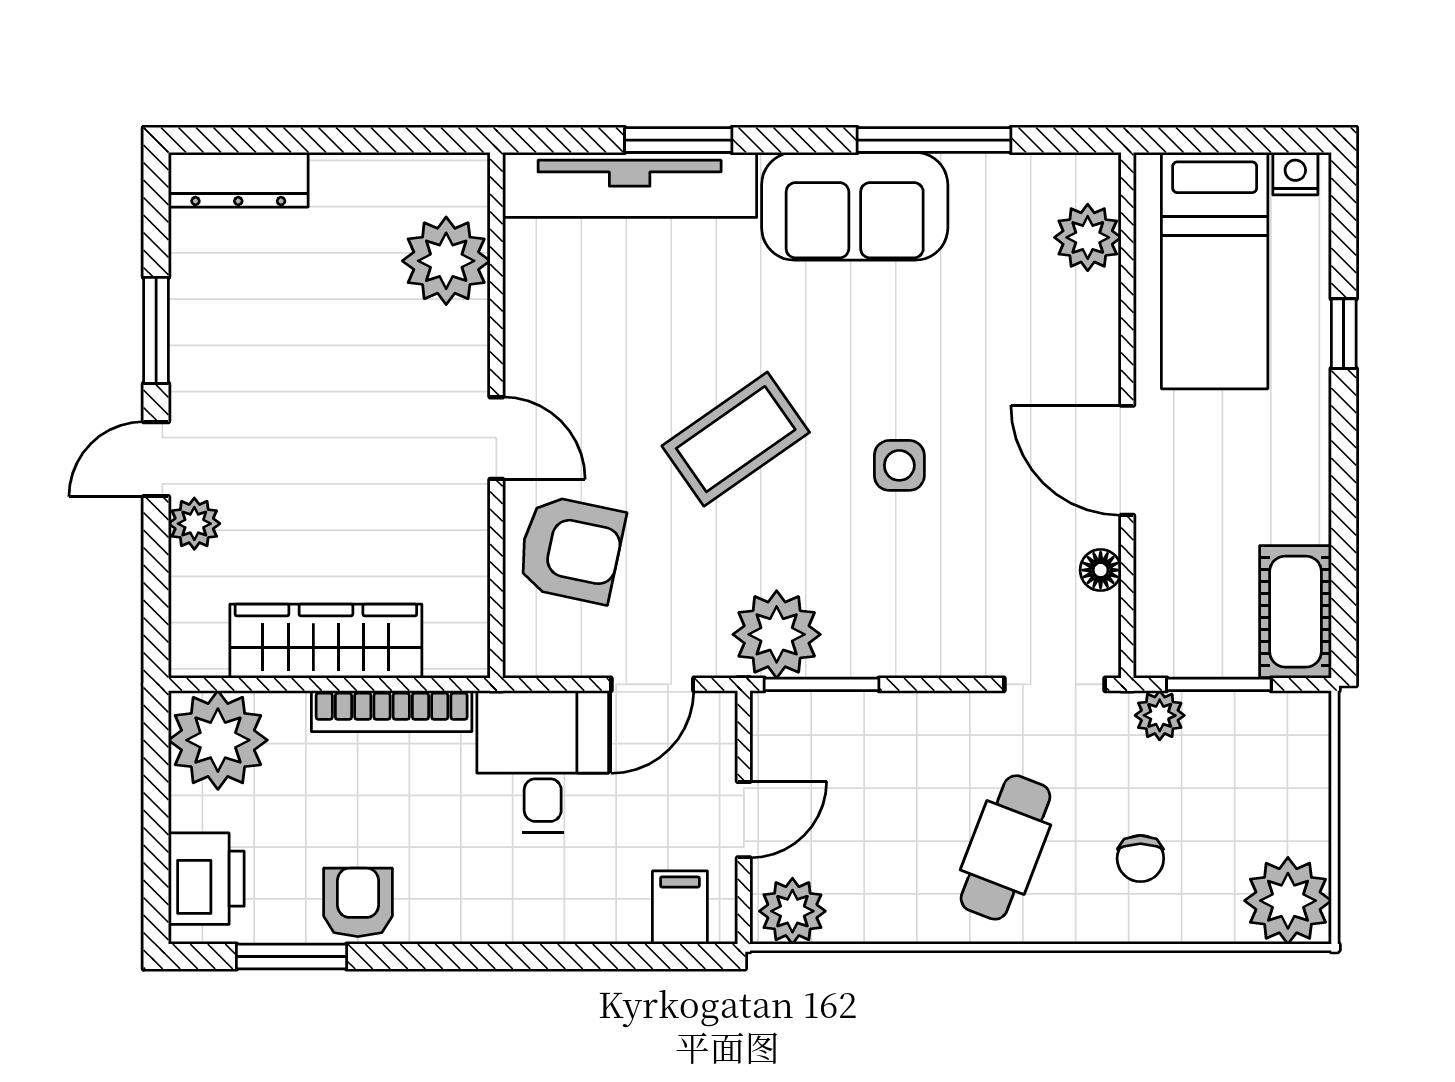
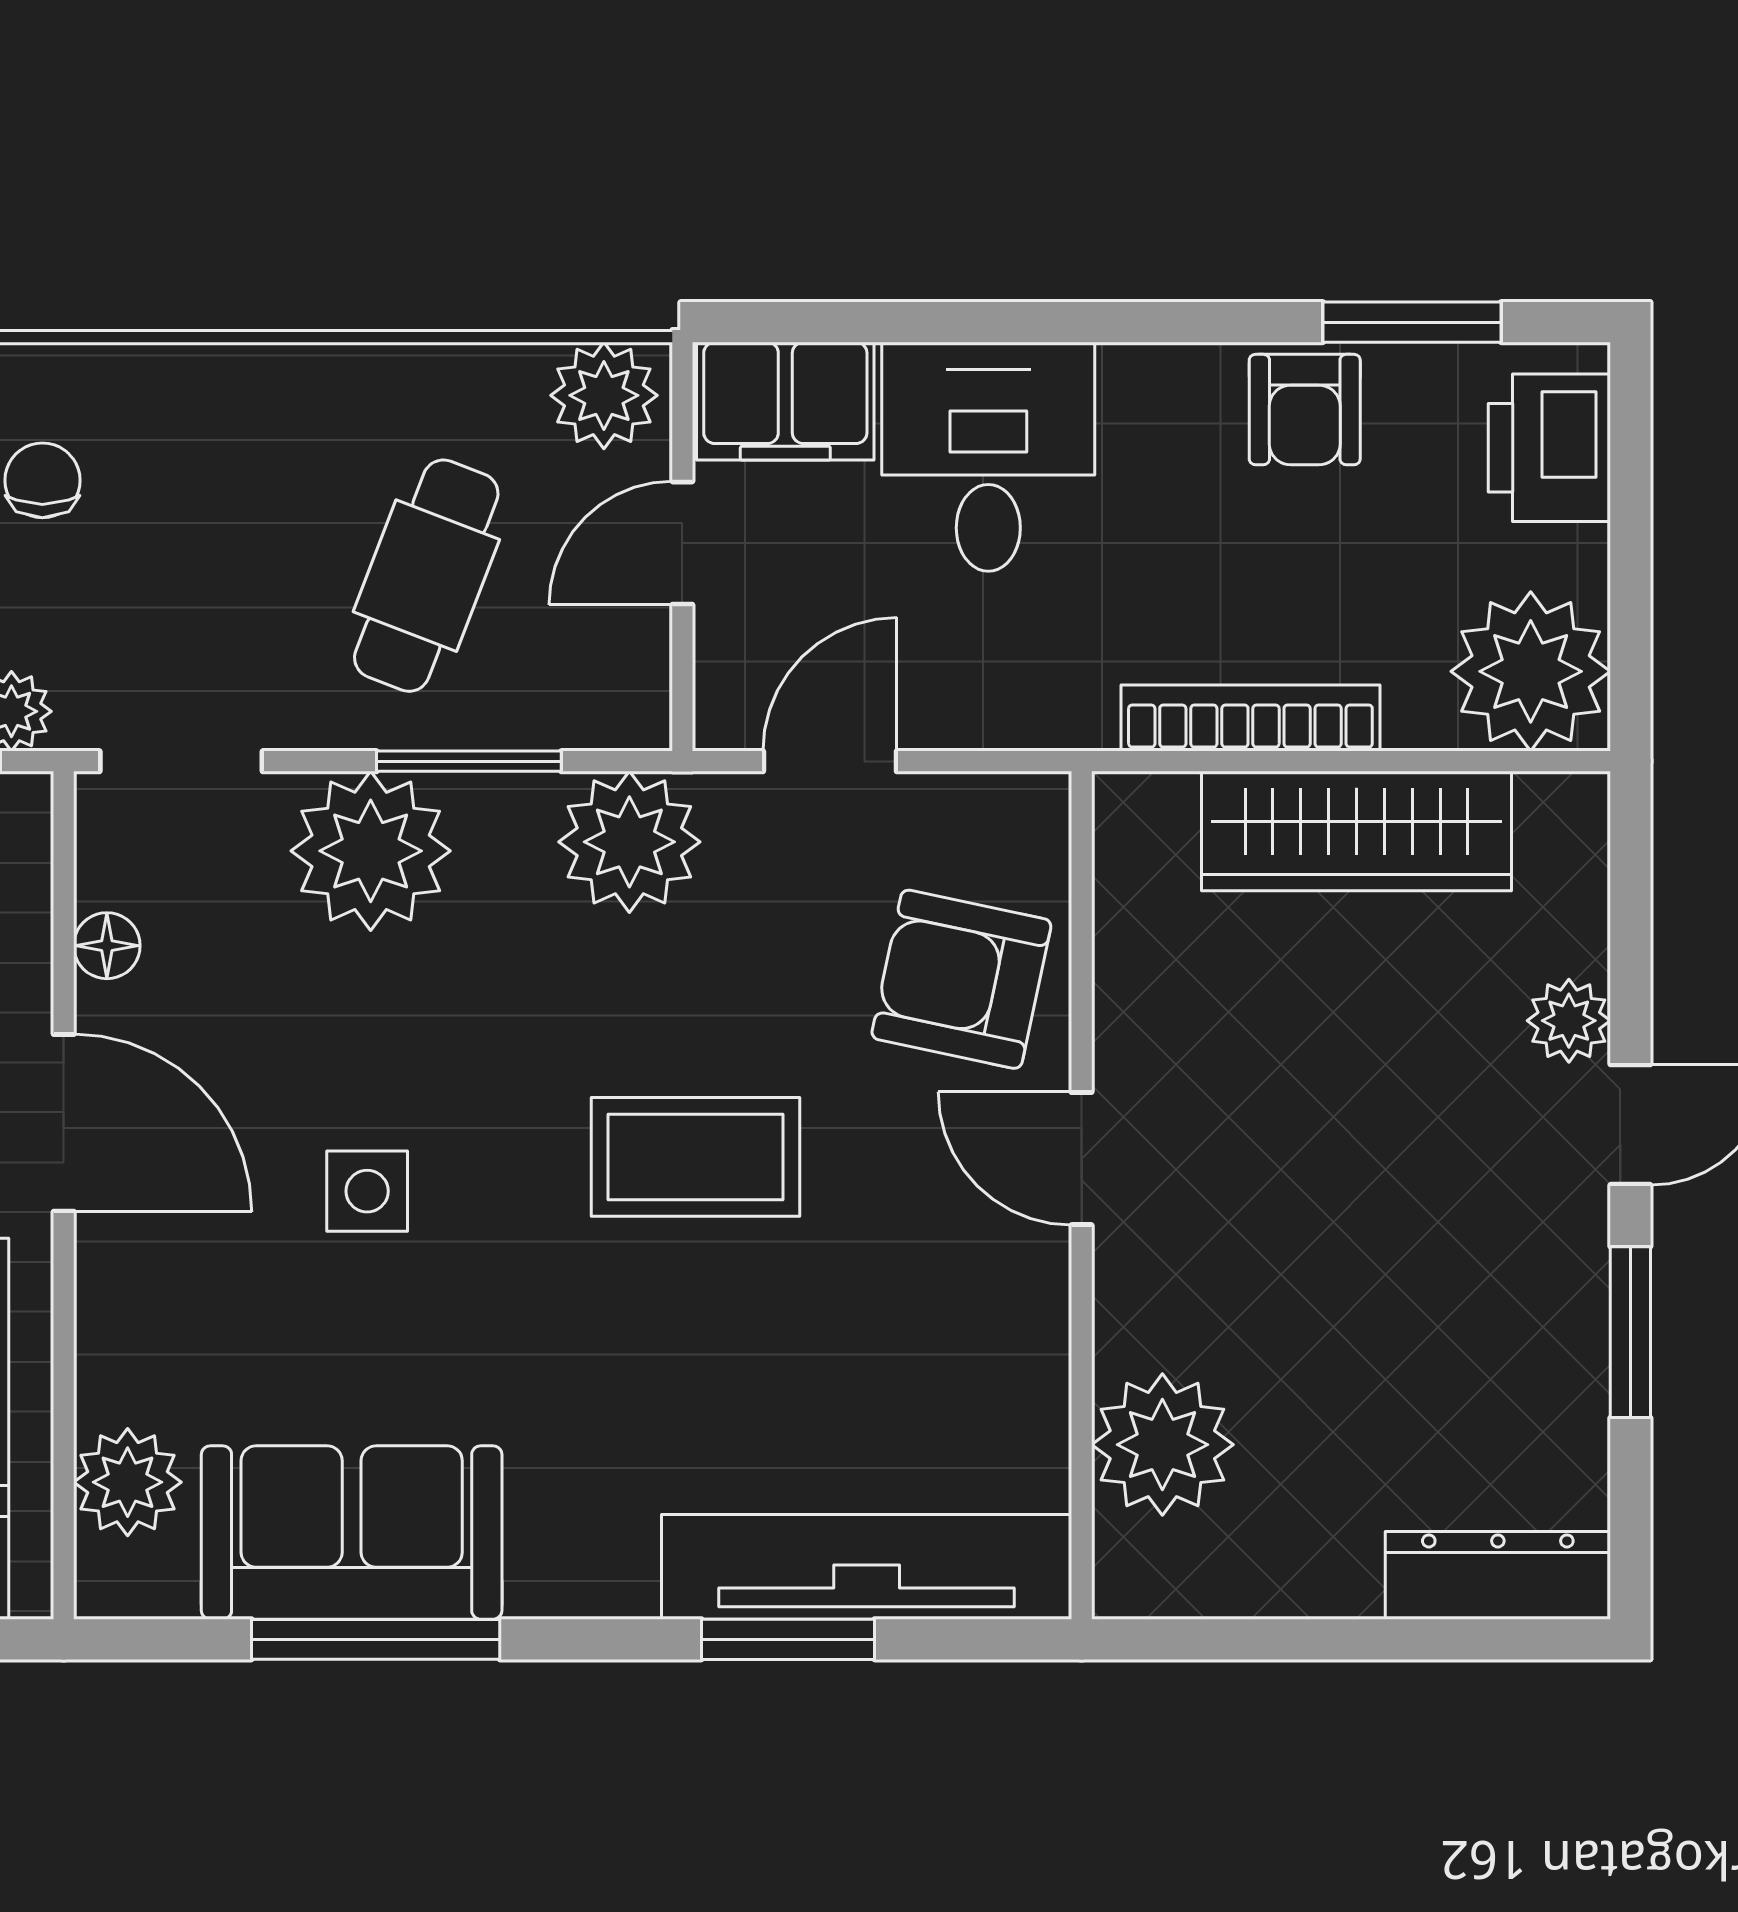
sofa: (855, 206) -> (352, 1533), moved
coffee table: (736, 439) -> (696, 1157), turned 35
side table: (899, 465) -> (367, 1191), moved
plant: (937, 629) -> (371, 851), added
window: (821, 684) -> (469, 761), moved
desk: (543, 762) -> (988, 457), moved, turned 180
cafe table: (1006, 847) -> (426, 576), moved
filing cabinet: (680, 908) -> (785, 401), width x2.00

